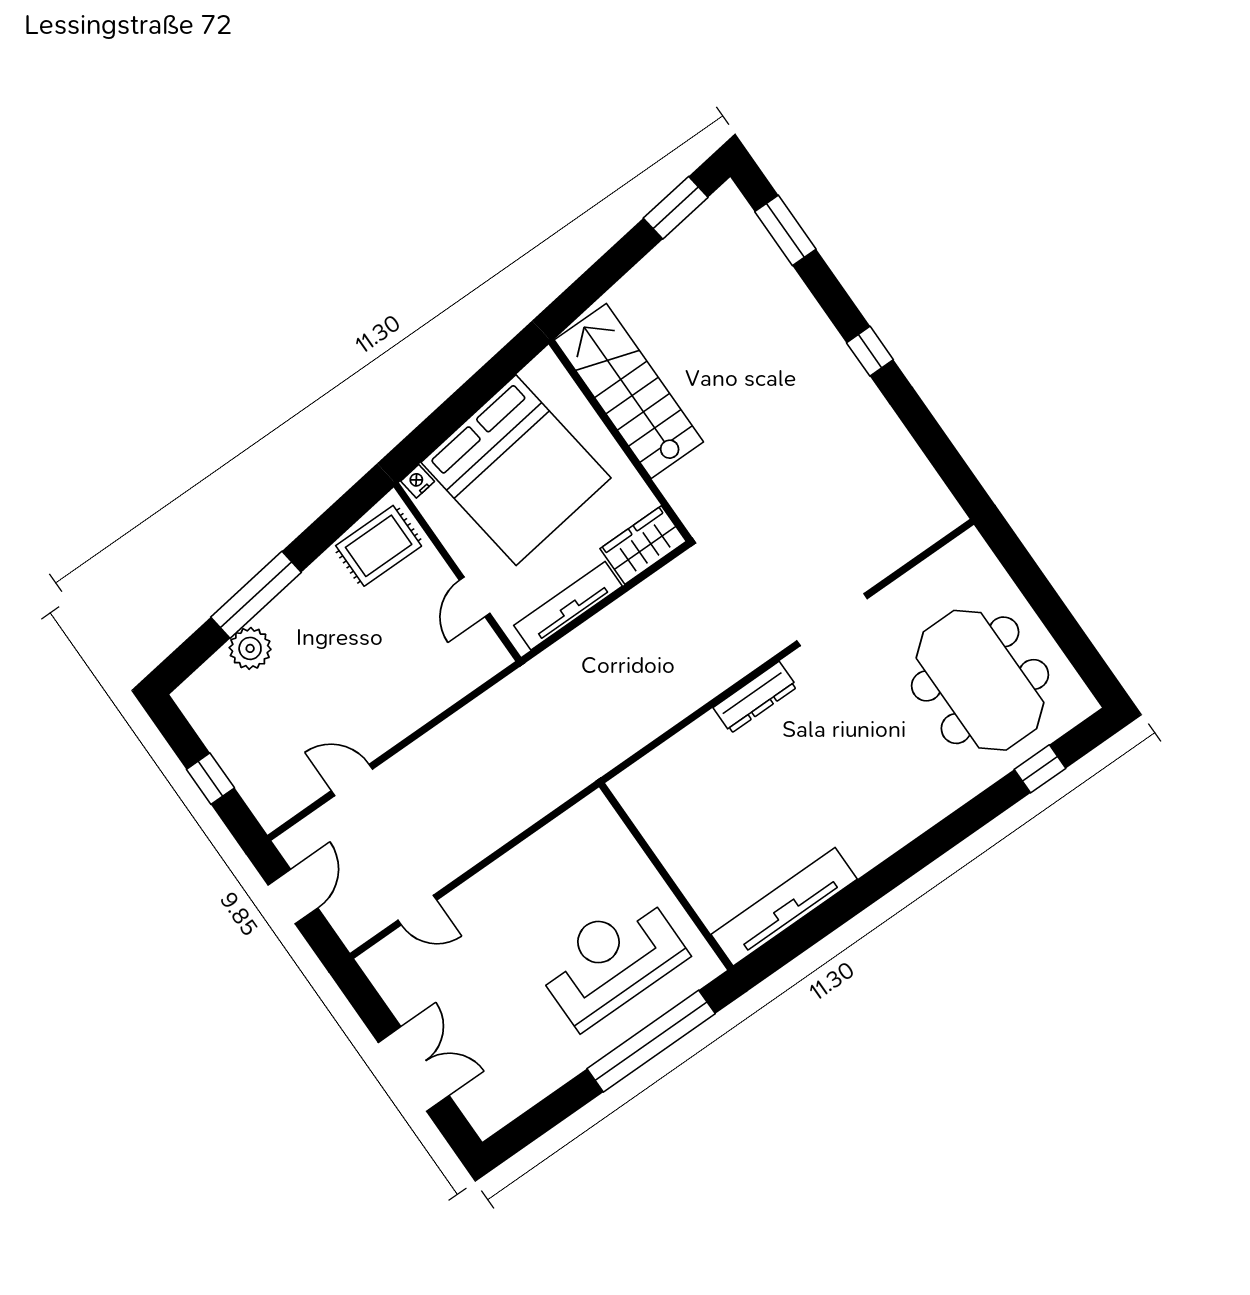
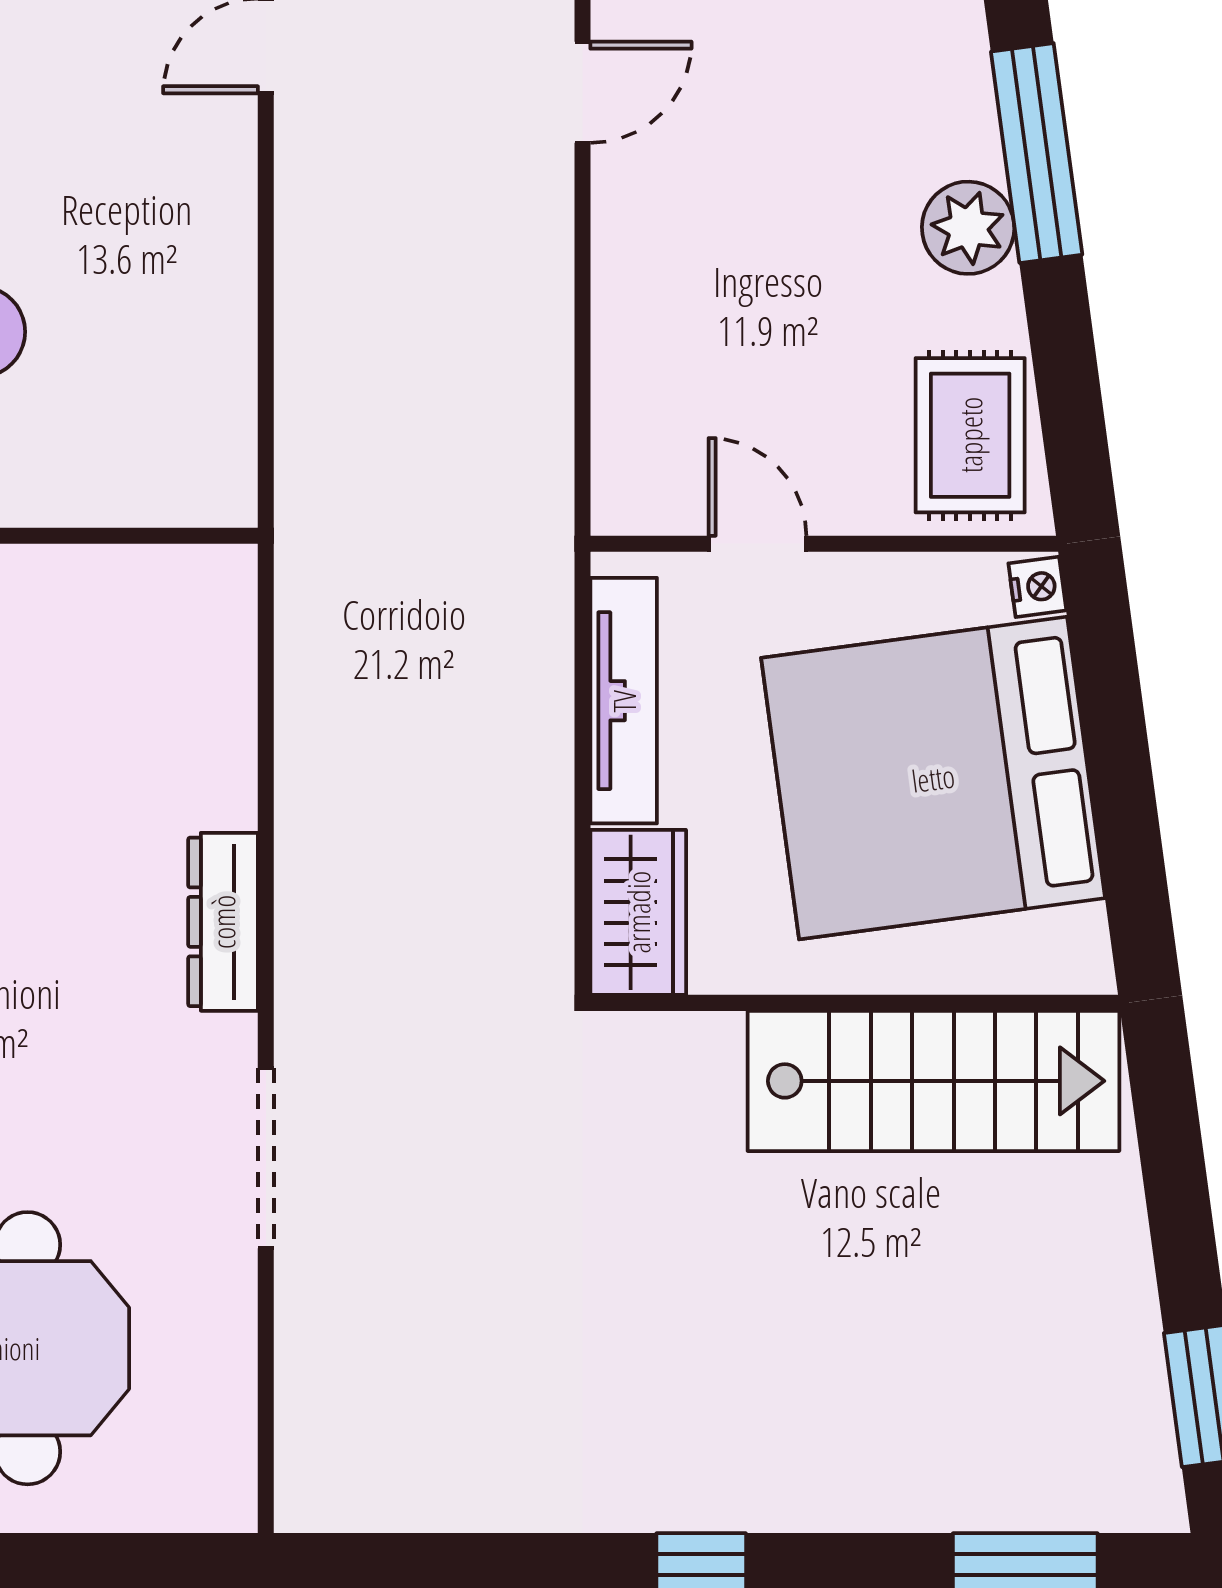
plant: (250, 648) -> (968, 228), moved

